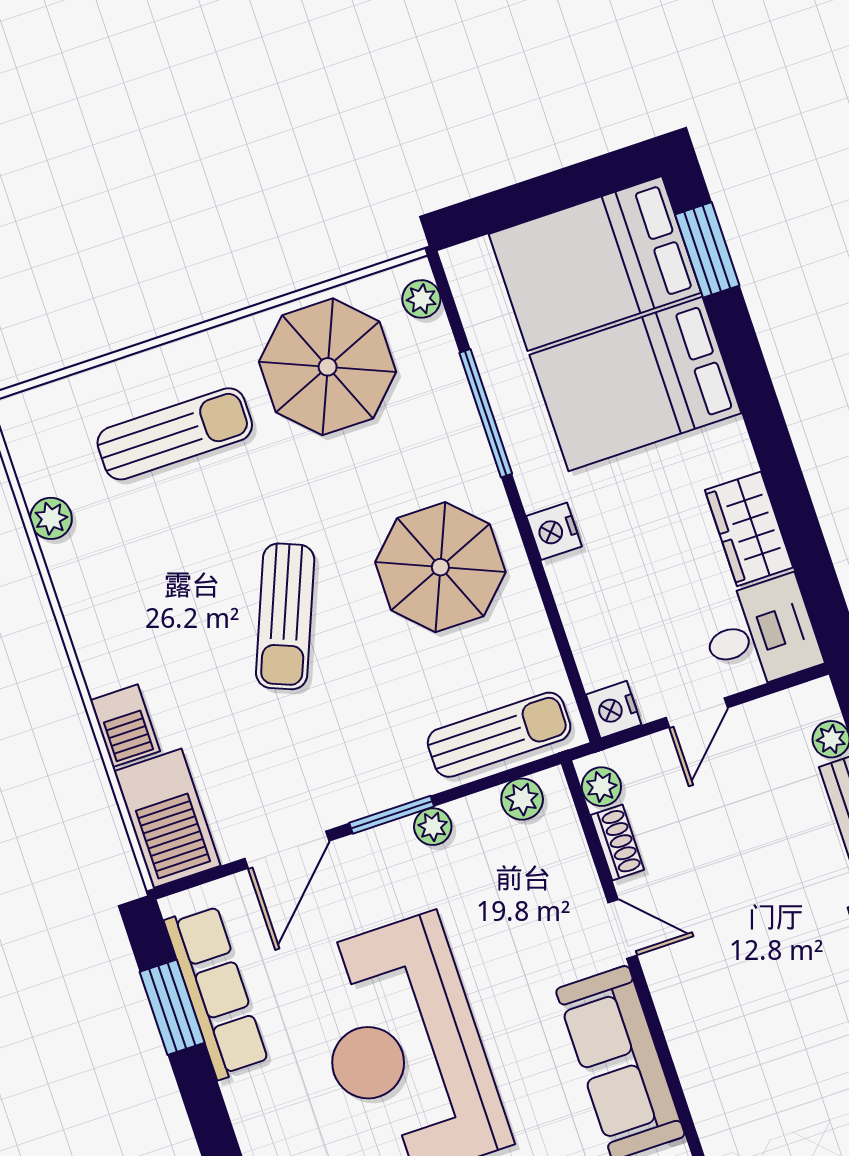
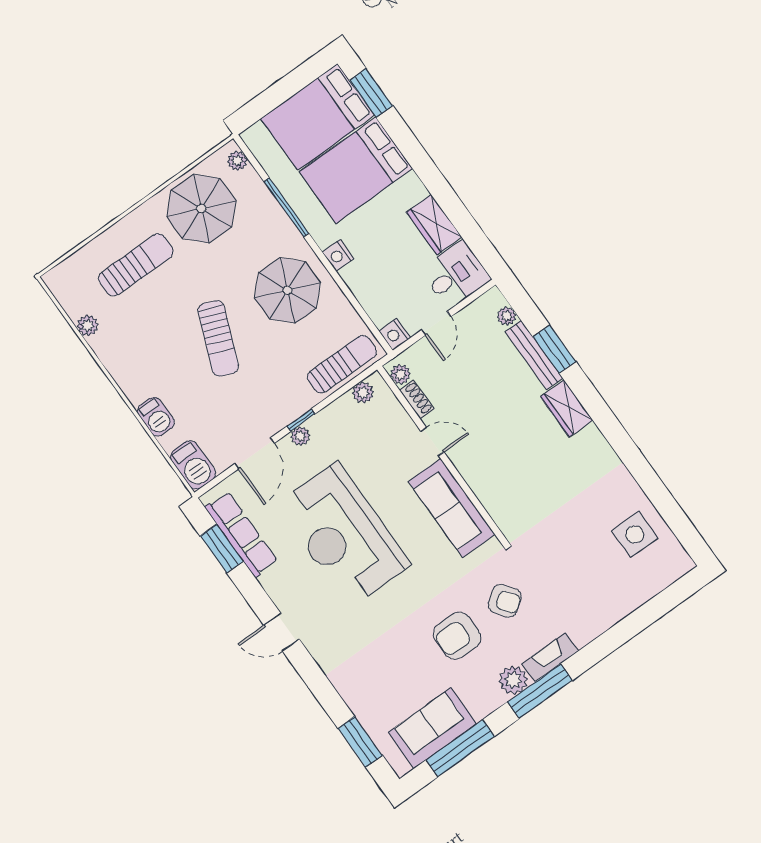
window: (392, 815) -> (301, 420), width x0.67
barbecue: (167, 818) -> (193, 465), width x0.73, depth x0.83
plant: (433, 827) -> (300, 436), moved

